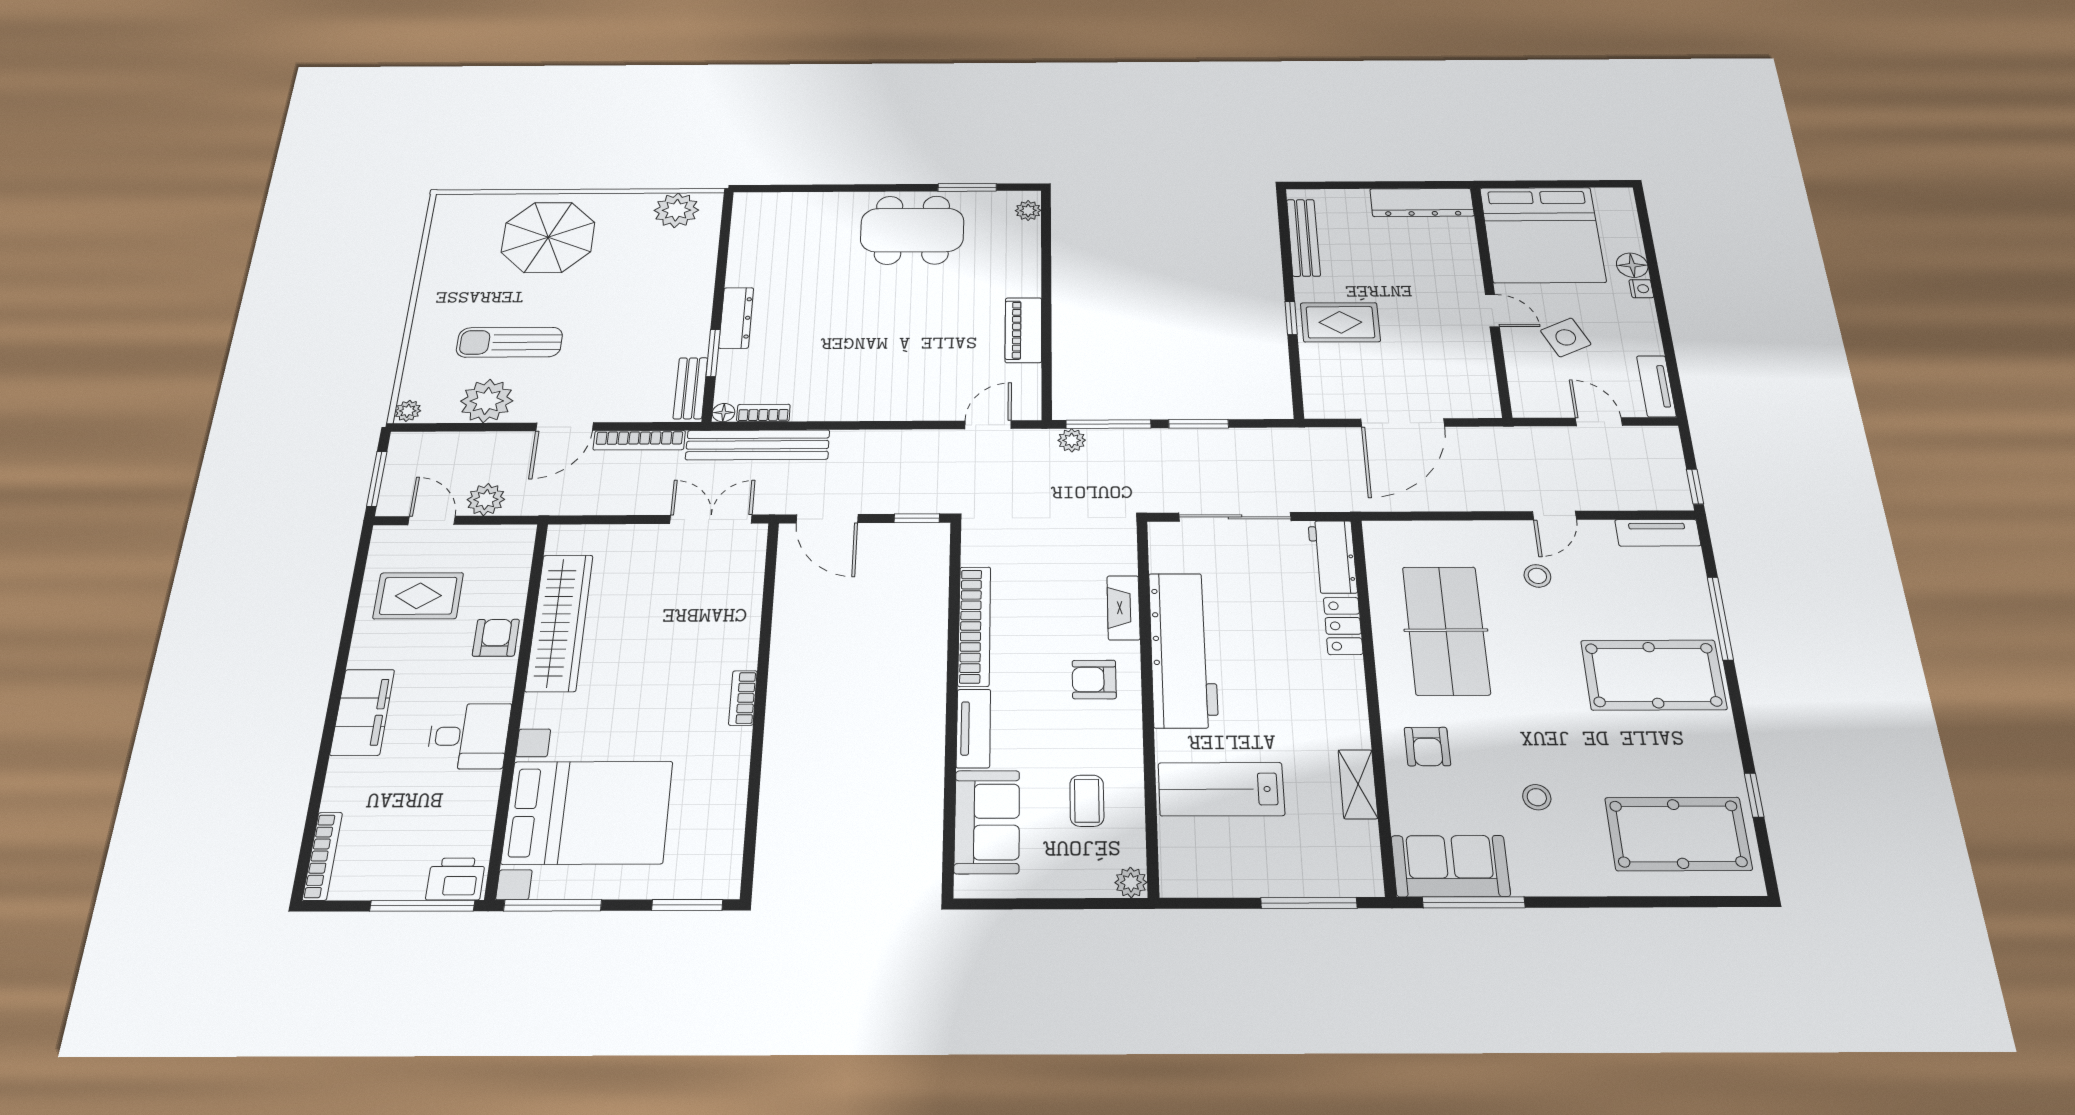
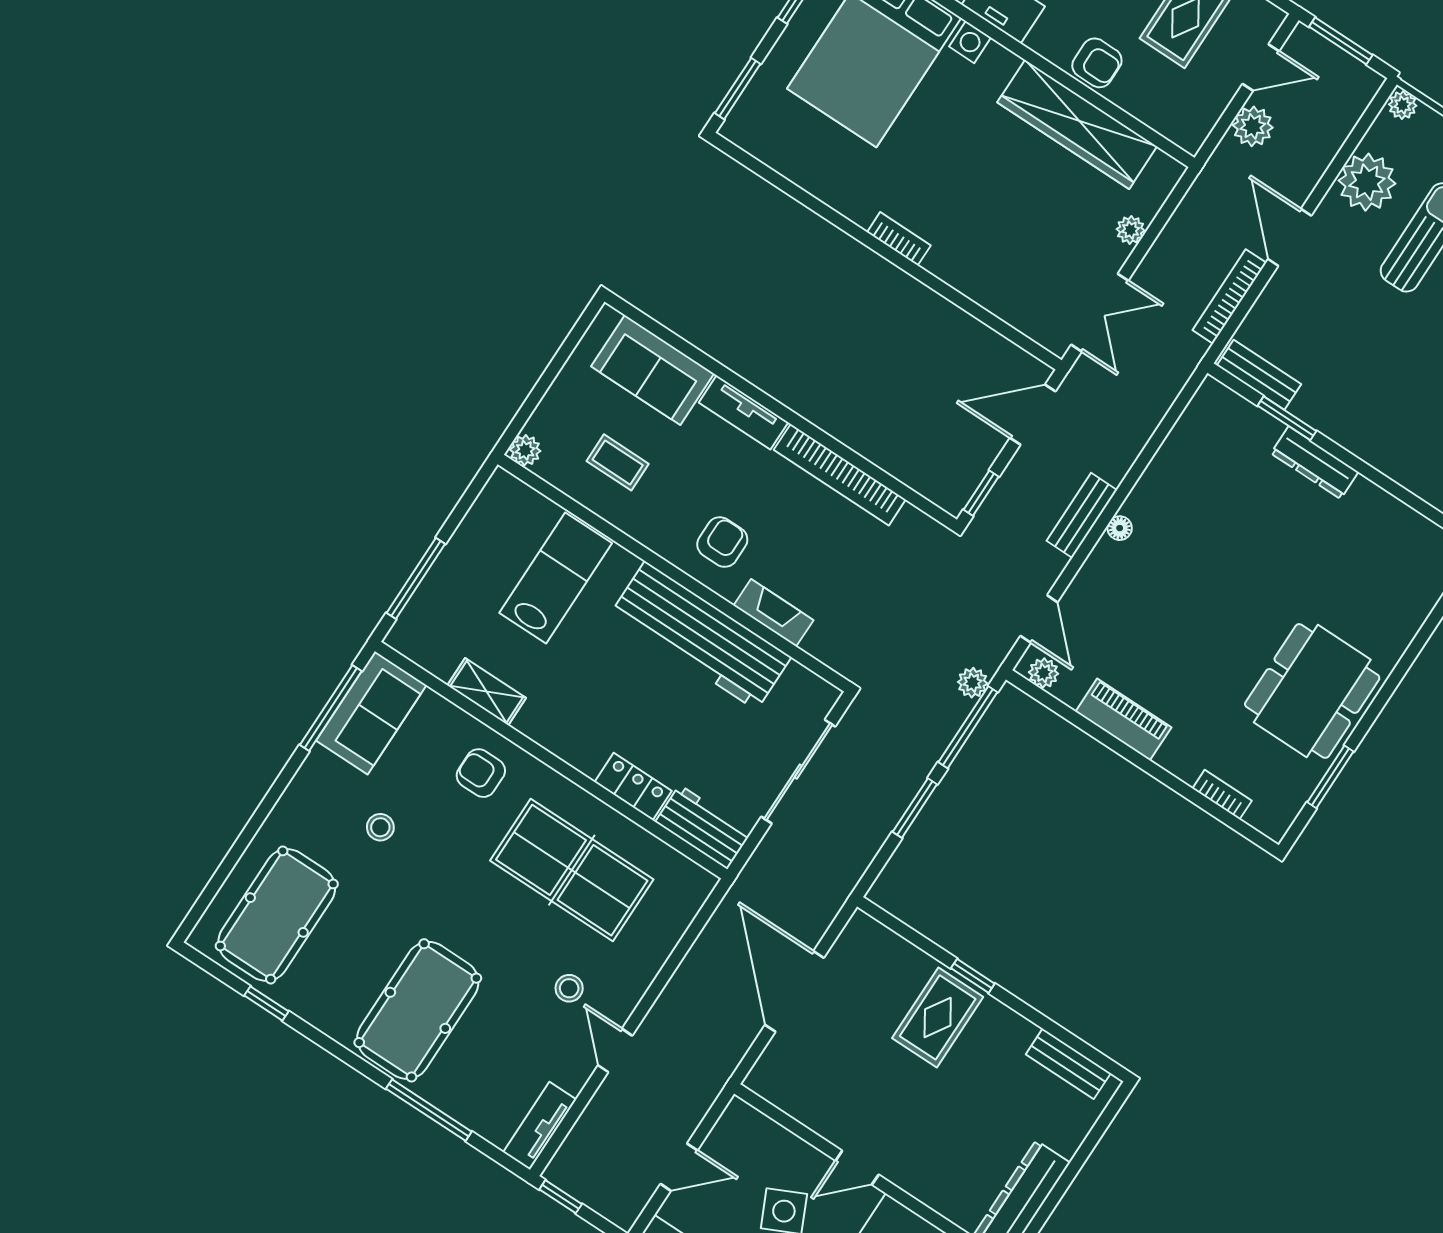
plant: (1028, 211) -> (1044, 673), moved
bench: (1303, 238) -> (1068, 1064), width x0.73
floor lamp: (724, 413) -> (1120, 528), moved
bookcase: (763, 413) -> (1222, 795), moved, turned -90
bench: (758, 445) -> (1082, 515), moved, width x0.54, depth x0.82
plant: (627, 536) -> (1131, 230), added

